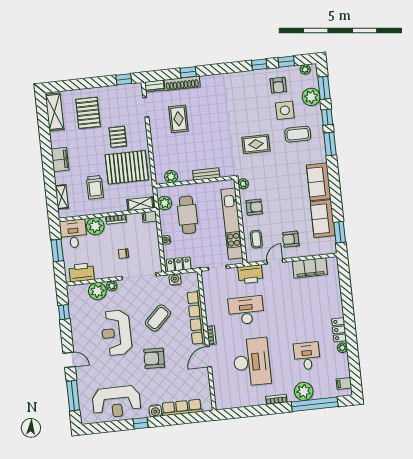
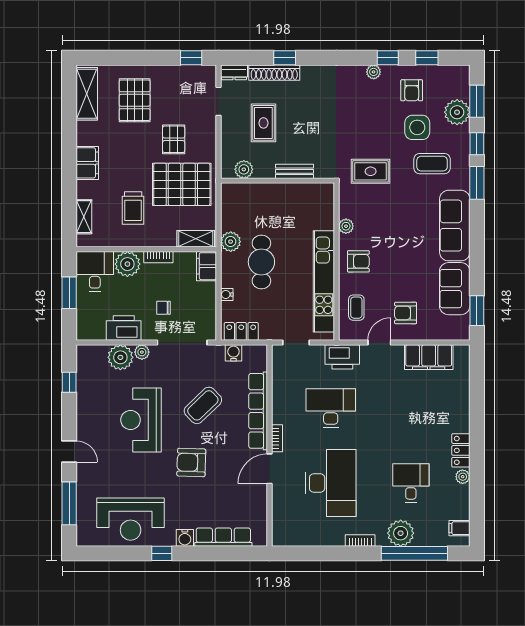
plant: (305, 69) -> (374, 72), moved
bench: (206, 174) -> (295, 171), moved
plant: (171, 177) -> (244, 169), moved
wall: (195, 182) -> (277, 181), moved
sofa: (319, 182) -> (455, 226), width x1.36
filing cabinet: (149, 217) -> (206, 266), width x2.00
printer: (82, 272) -> (124, 328), moved

